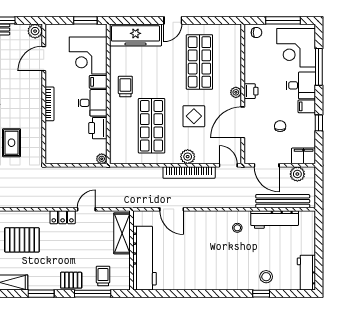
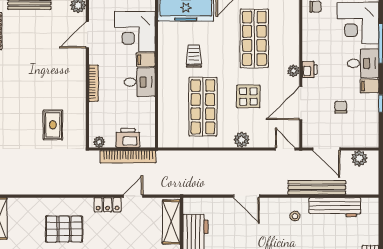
trolley: (125, 86) -> (194, 56), moved
printer: (98, 128) -> (128, 138), moved, turned 90
filing cabinet: (304, 156) -> (366, 139), removed
plant: (102, 159) -> (99, 142), moved
bookcase: (189, 173) -> (128, 157), moved
bench: (283, 201) -> (317, 187), moved
door: (172, 209) -> (246, 196), moved

